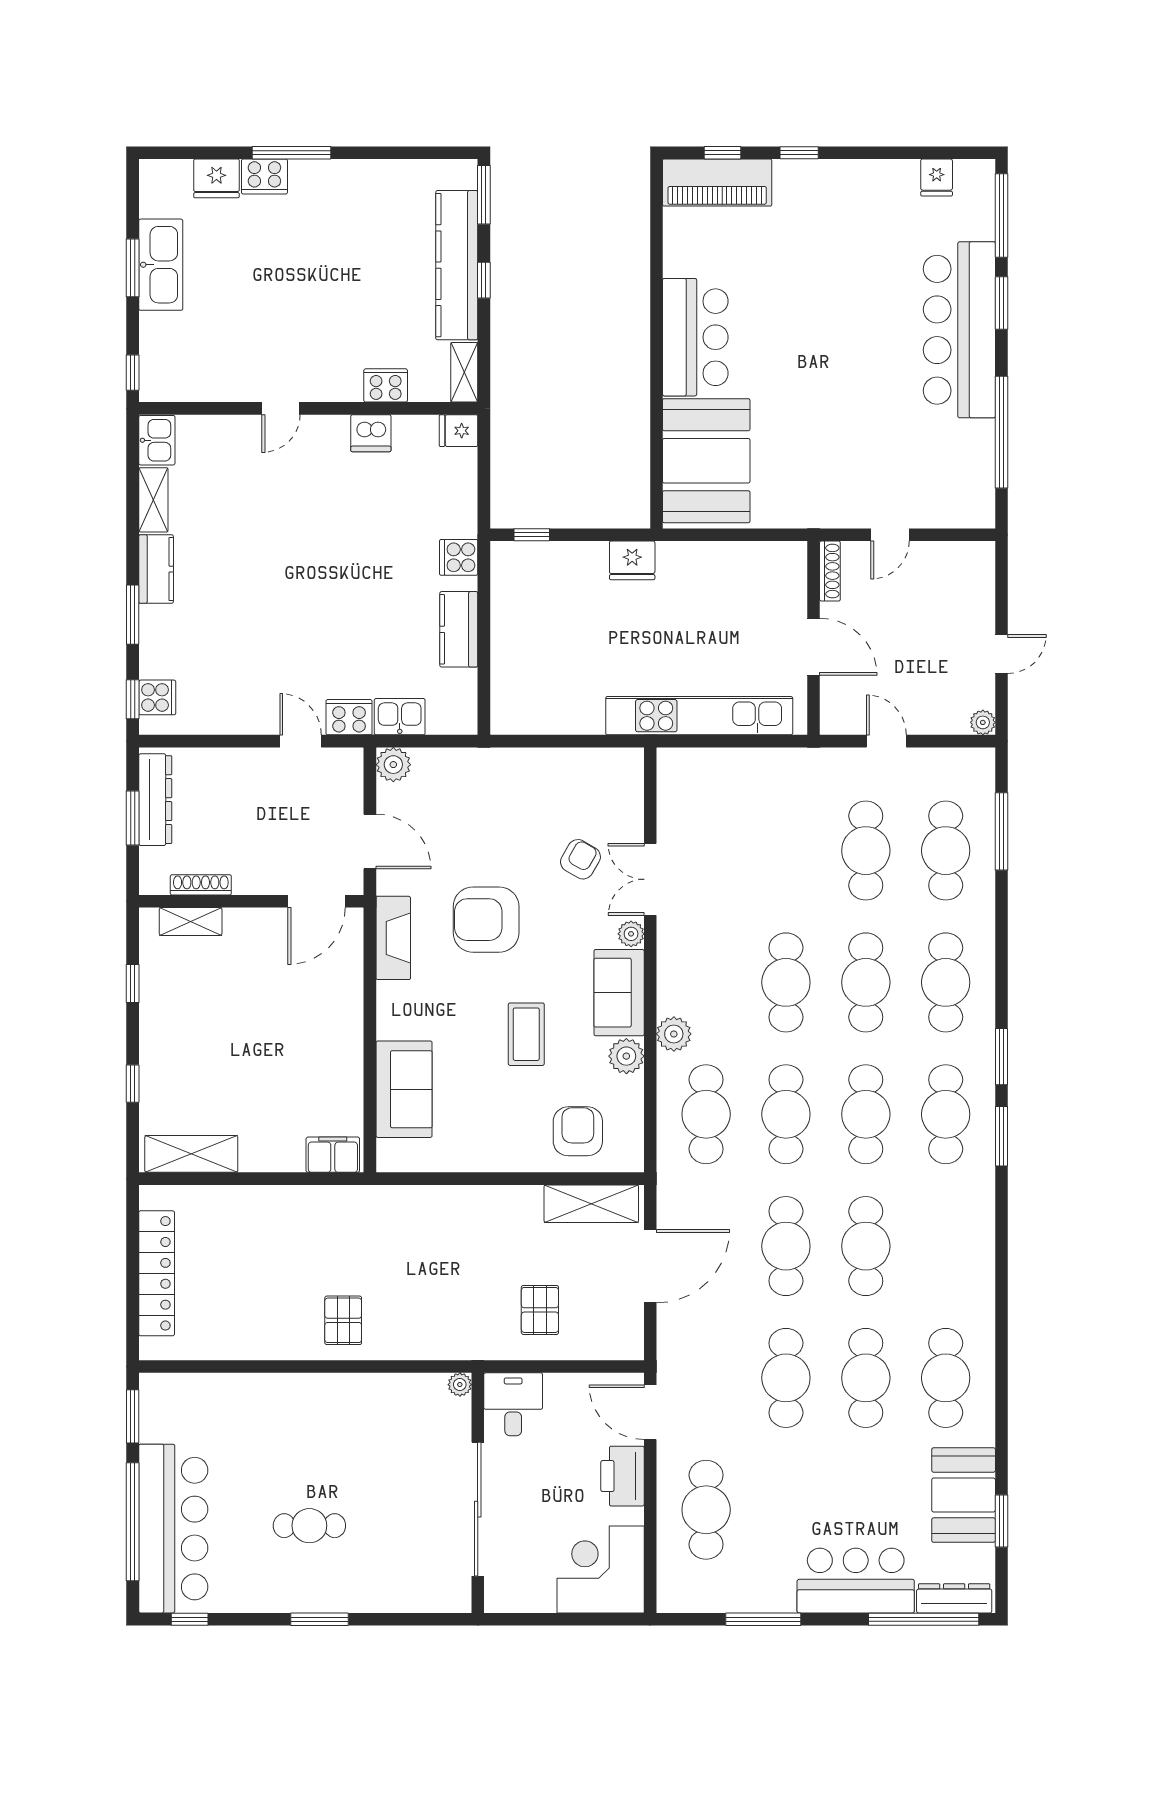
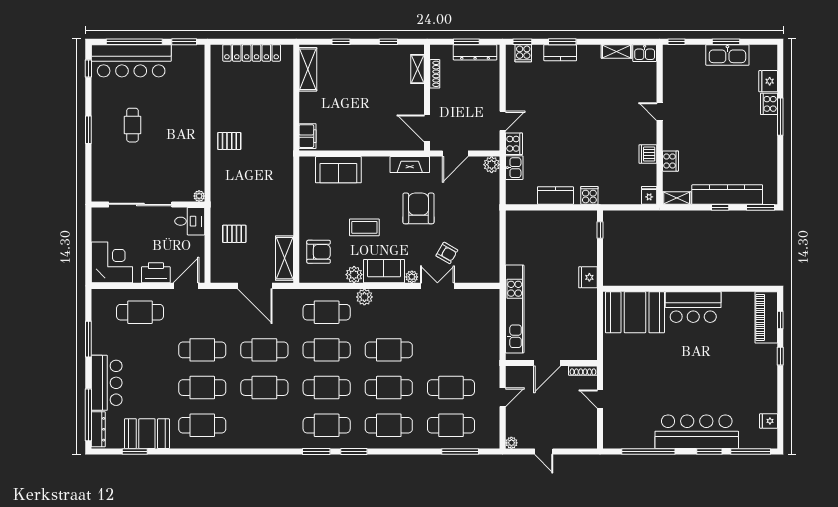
kitchen counter: (156, 569) -> (560, 53), moved

